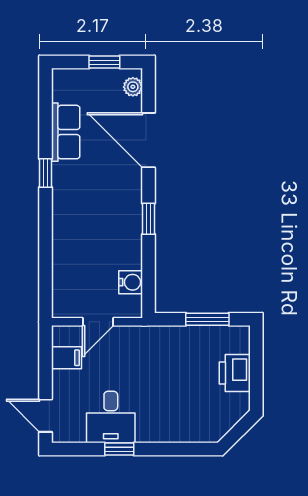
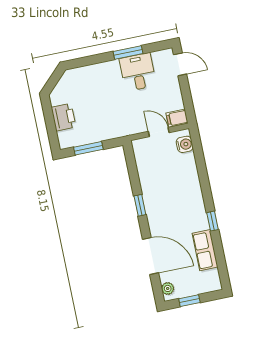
water cooler: (131, 282) -> (185, 144), moved, turned 180
door: (98, 322) -> (159, 132), hinge flipped
filing cabinet: (67, 358) -> (177, 118), moved
window: (119, 449) -> (128, 53), width x1.50

